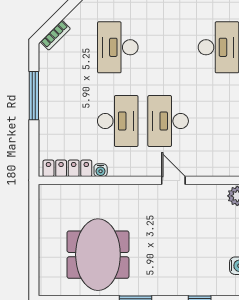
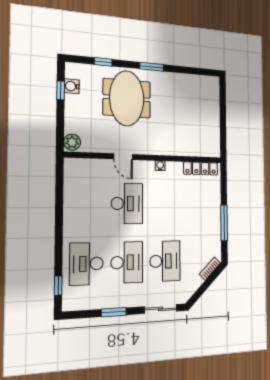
desk: (118, 121) -> (127, 262), moved, turned 180
water cooler: (101, 170) -> (160, 166), moved
meeting table: (98, 255) -> (127, 98), moved

